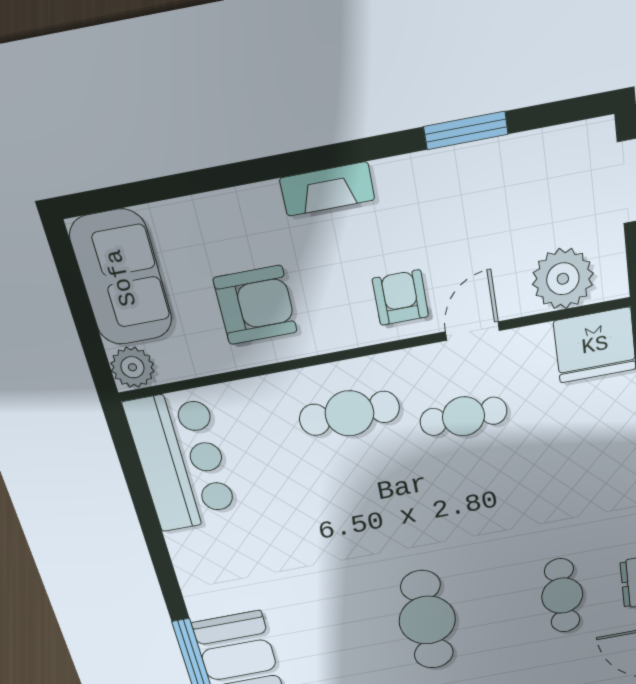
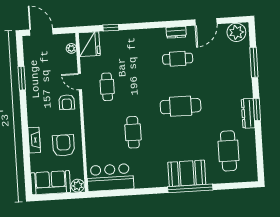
fireplace: (327, 189) -> (34, 140), moved
plant: (563, 279) -> (71, 48), width x0.53, depth x0.53
armchair: (400, 298) -> (67, 102), turned -90
cafe table: (349, 413) -> (133, 132), moved

